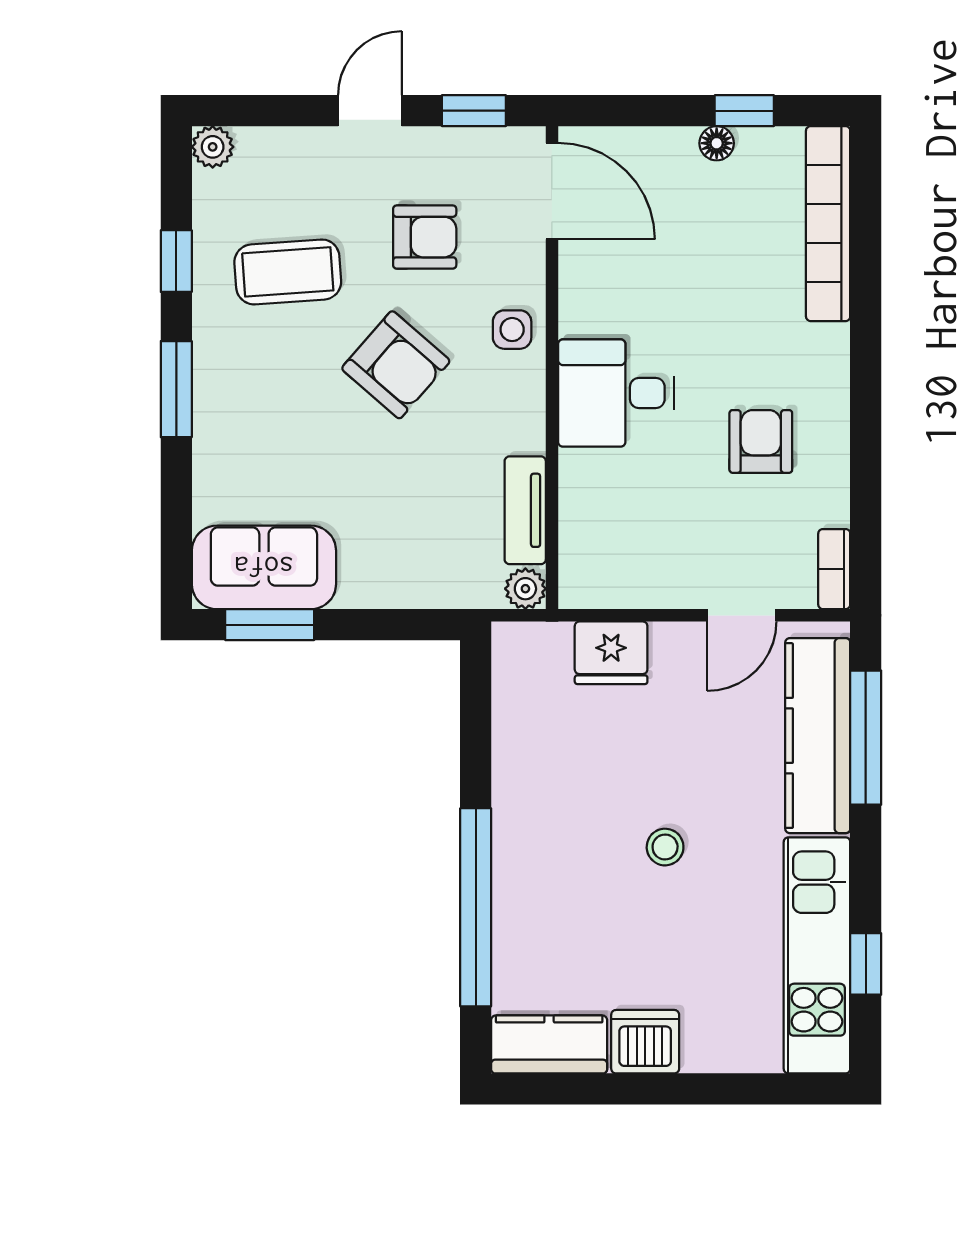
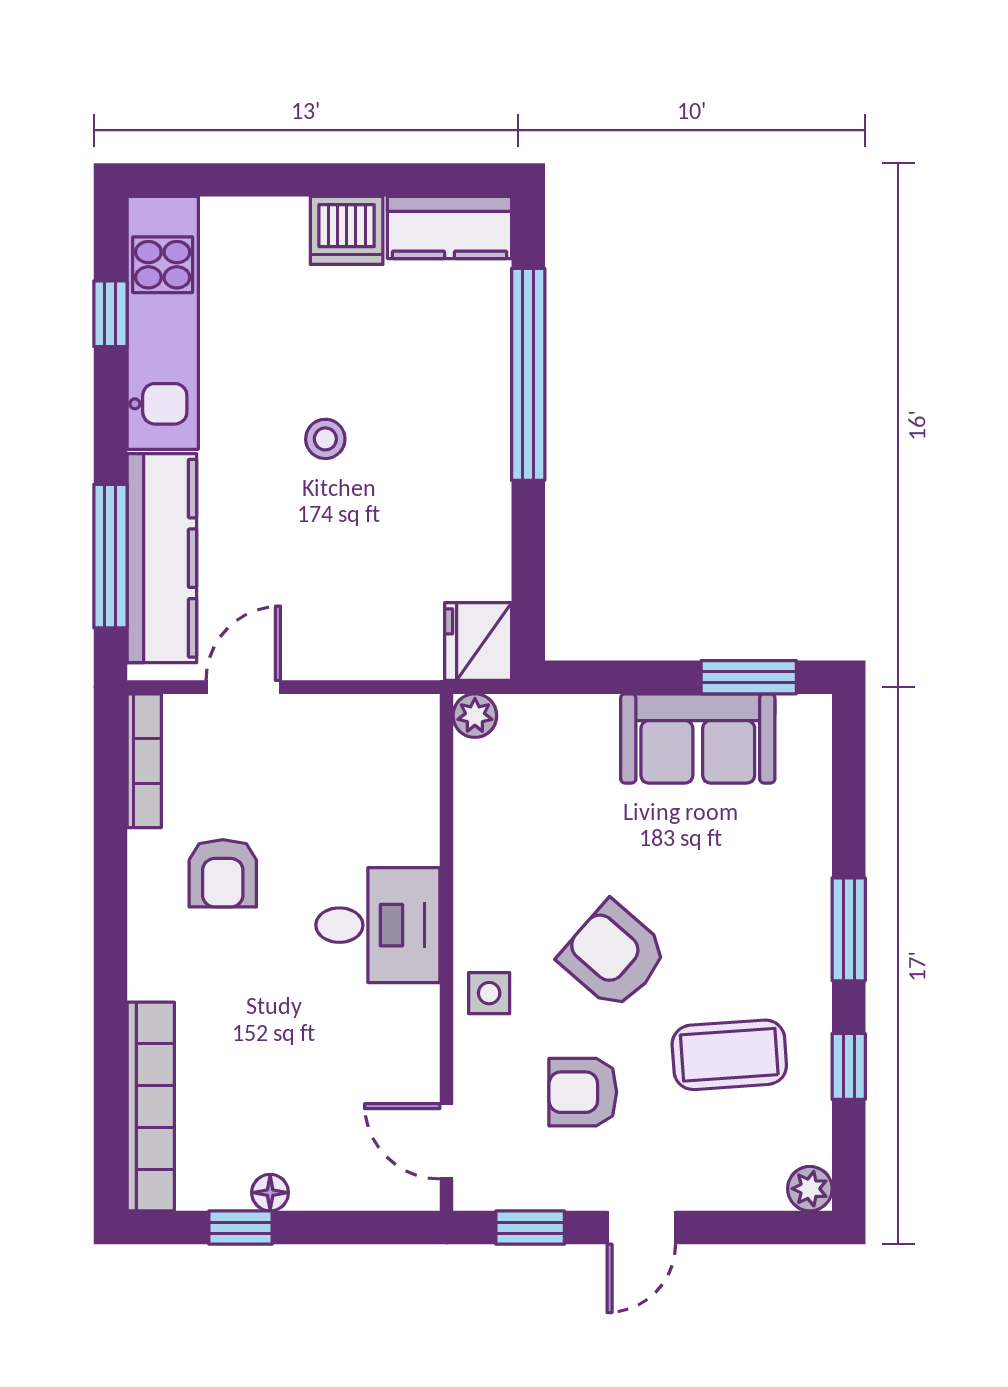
door: (552, 191) -> (446, 1141), width x0.73
tv unit: (525, 510) -> (475, 800), removed
sofa: (264, 567) -> (698, 738), moved
bookcase: (834, 569) -> (144, 761), width x1.56
fridge: (611, 653) -> (478, 642), moved, turned -90

